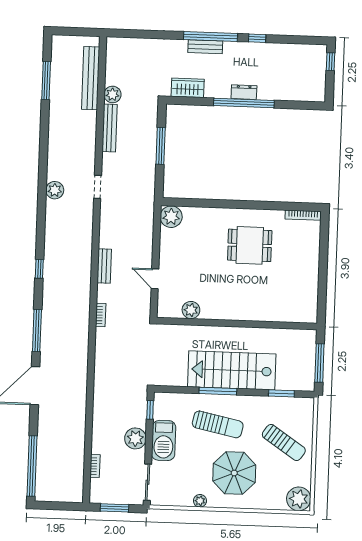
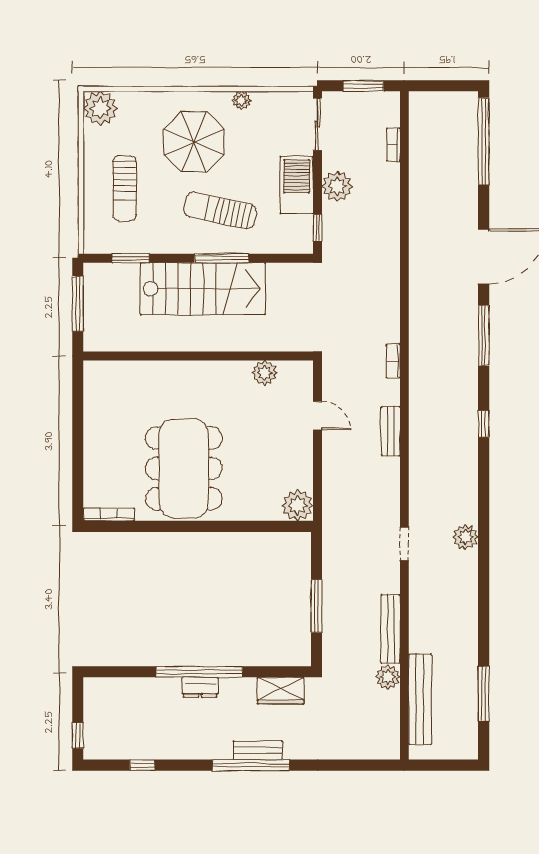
window: (257, 38) -> (142, 765), moved
dining table: (250, 245) -> (184, 468), width x1.88, depth x1.24
sun lounger: (284, 442) -> (125, 188), turned -124

